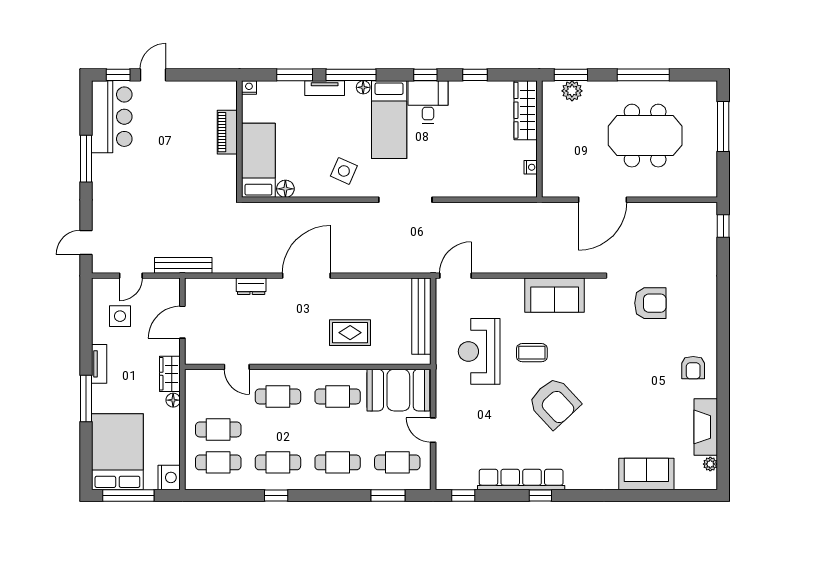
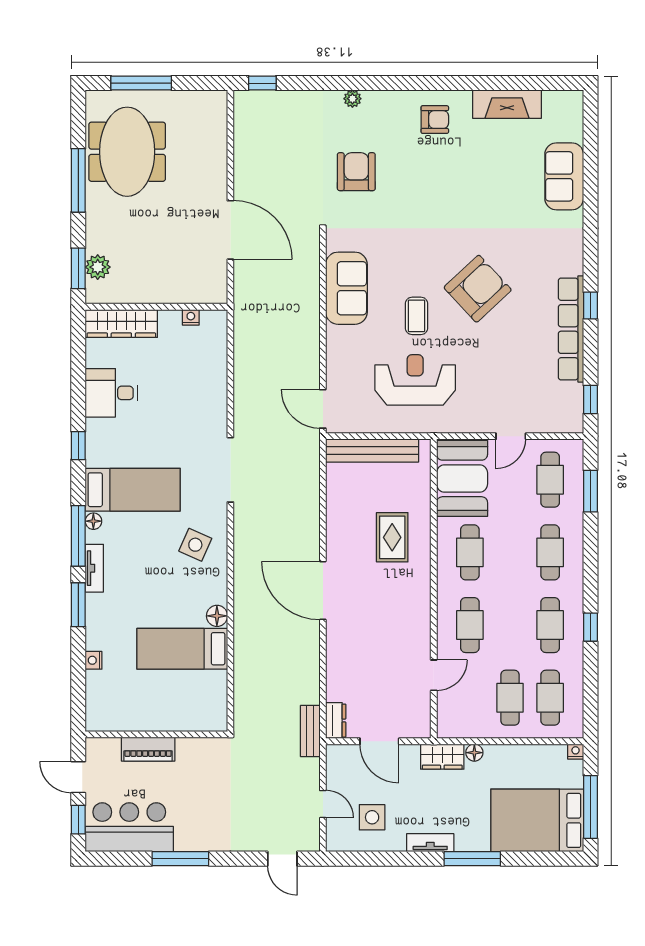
window: (475, 75) -> (78, 385), removed
desk: (428, 102) -> (111, 393), moved
piano: (227, 132) -> (148, 749), moved
meeting table: (645, 136) -> (127, 152), moved
wall: (239, 139) -> (156, 734), moved
bench: (183, 265) -> (310, 731), width x0.73
dresser: (251, 286) -> (336, 721), moved
reception desk: (479, 351) -> (415, 380), turned 180
plant: (710, 464) -> (352, 99), moved
nightstand: (169, 477) -> (576, 752), width x0.53, depth x0.56

